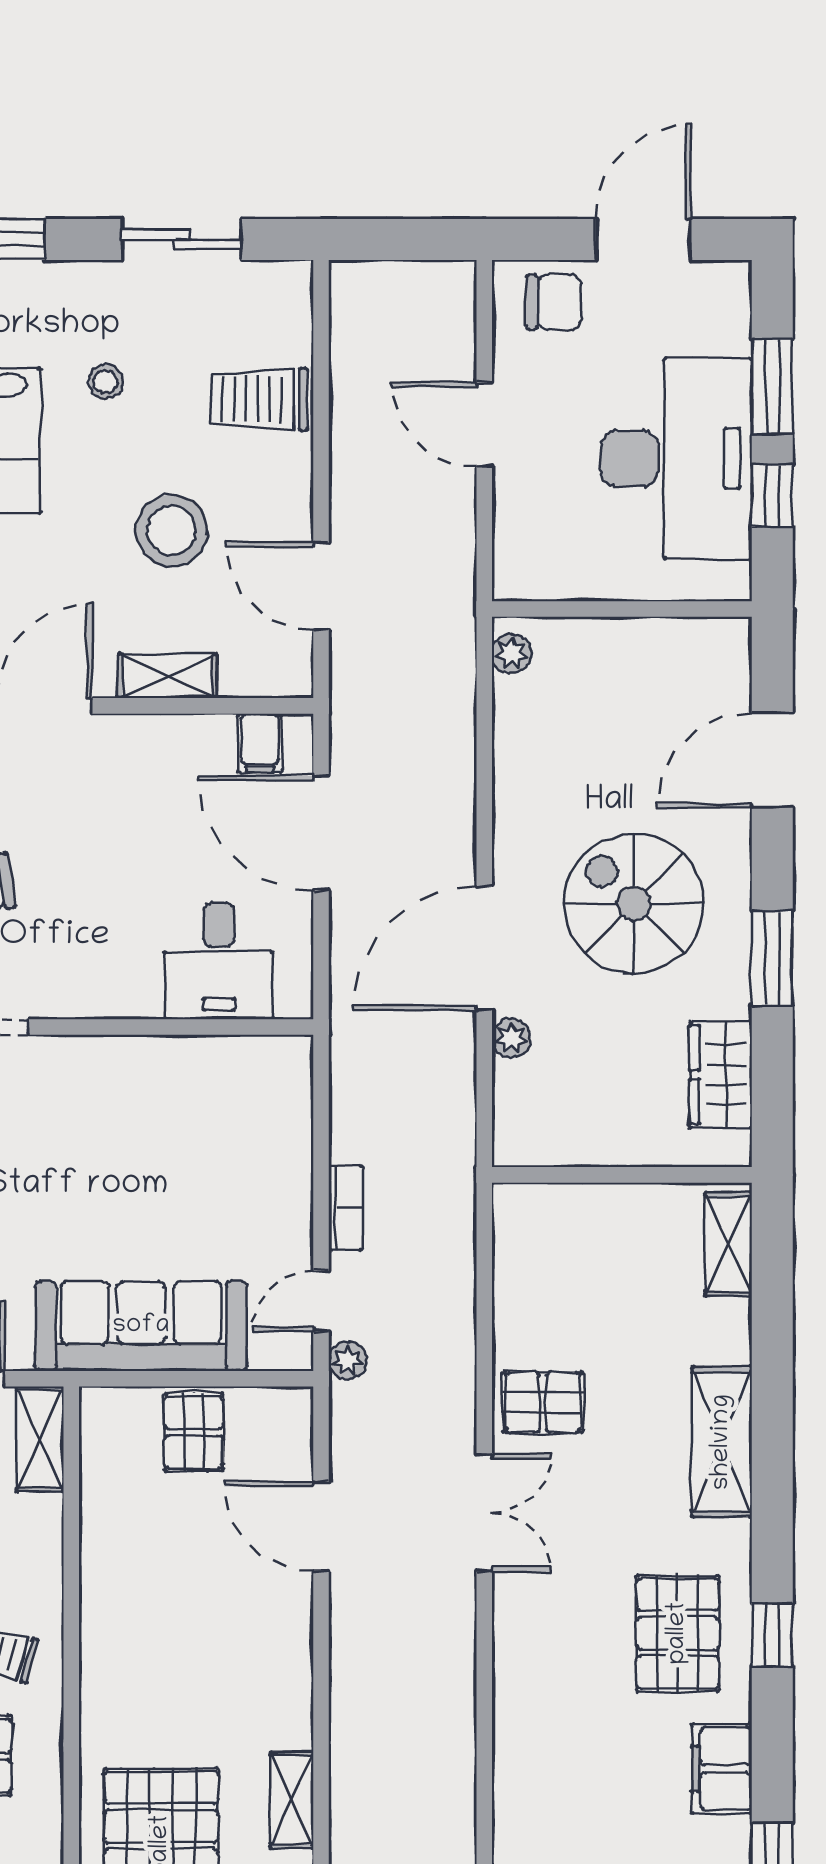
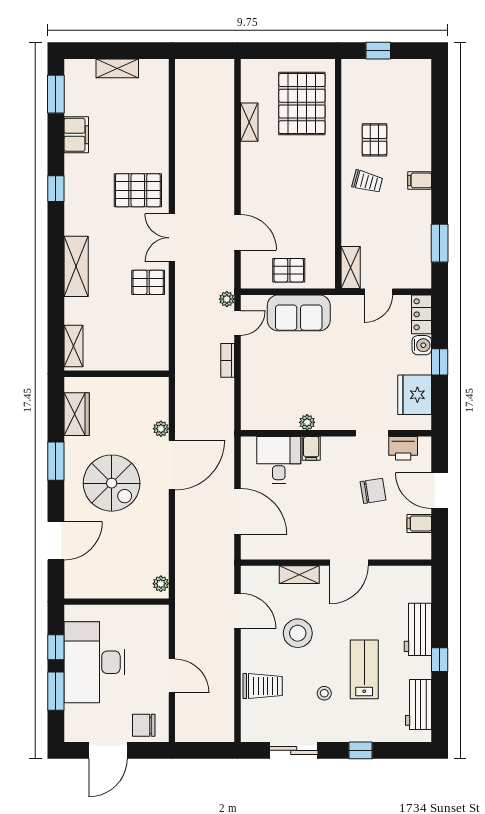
filing cabinet: (260, 743) -> (311, 448), moved, turned 180
plant: (148, 1054) -> (307, 422), added
sofa: (141, 1326) -> (299, 313), width x0.73
pallet: (194, 1432) -> (289, 270), turned 90
pallet: (678, 1633) -> (138, 190), moved, turned 90

